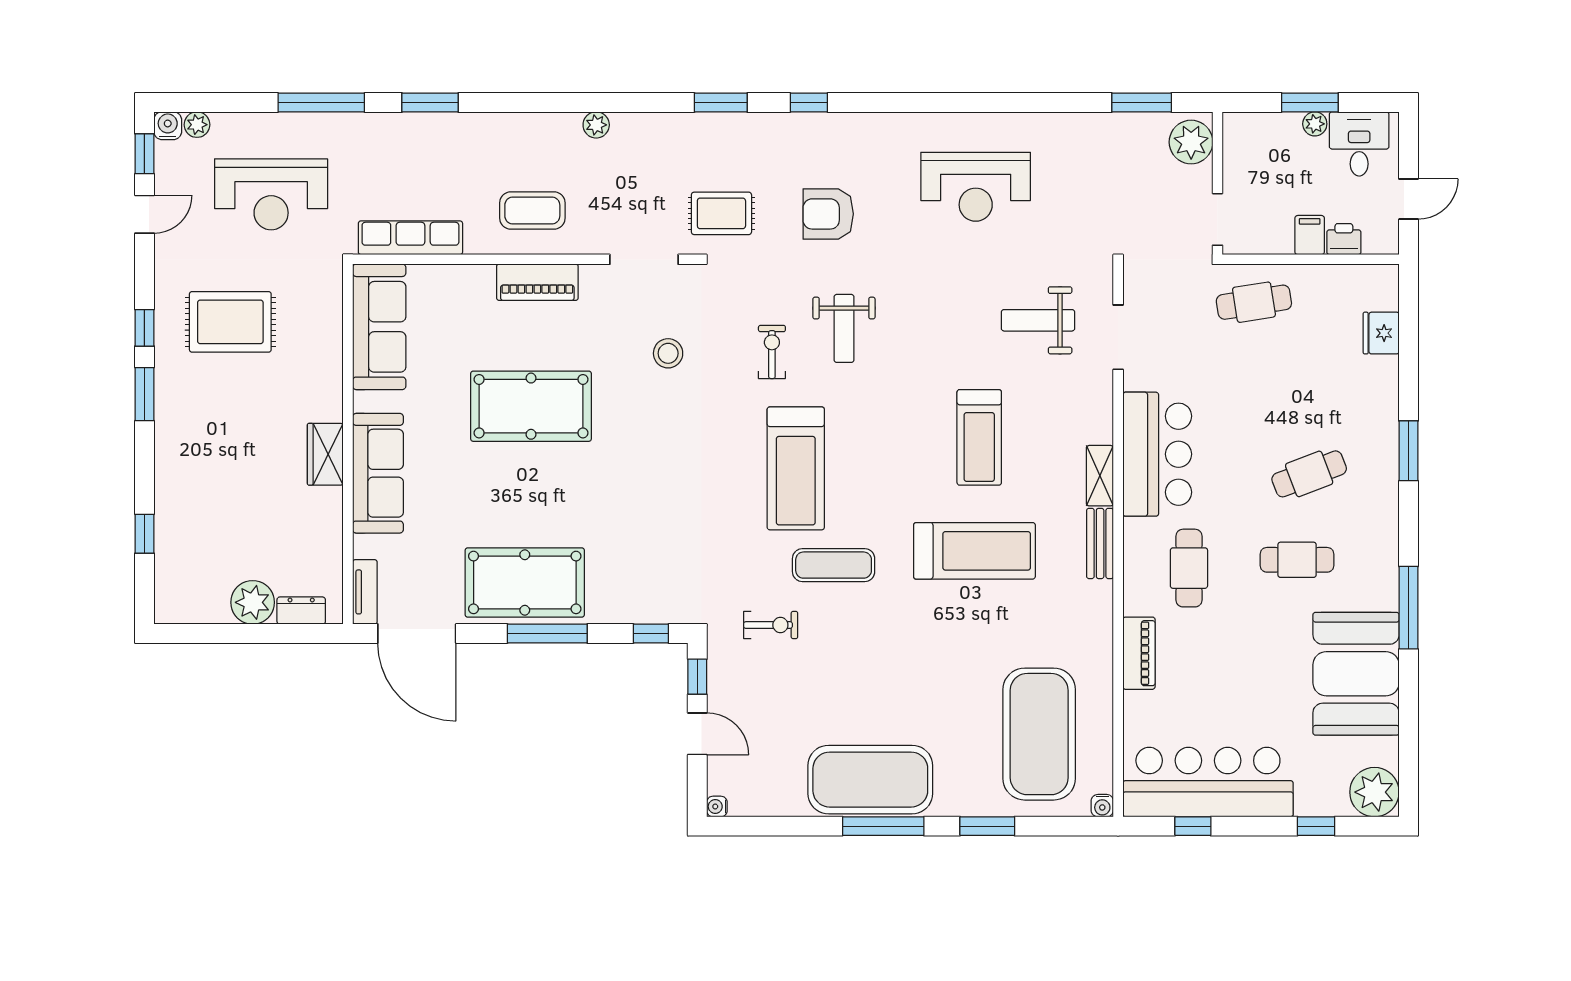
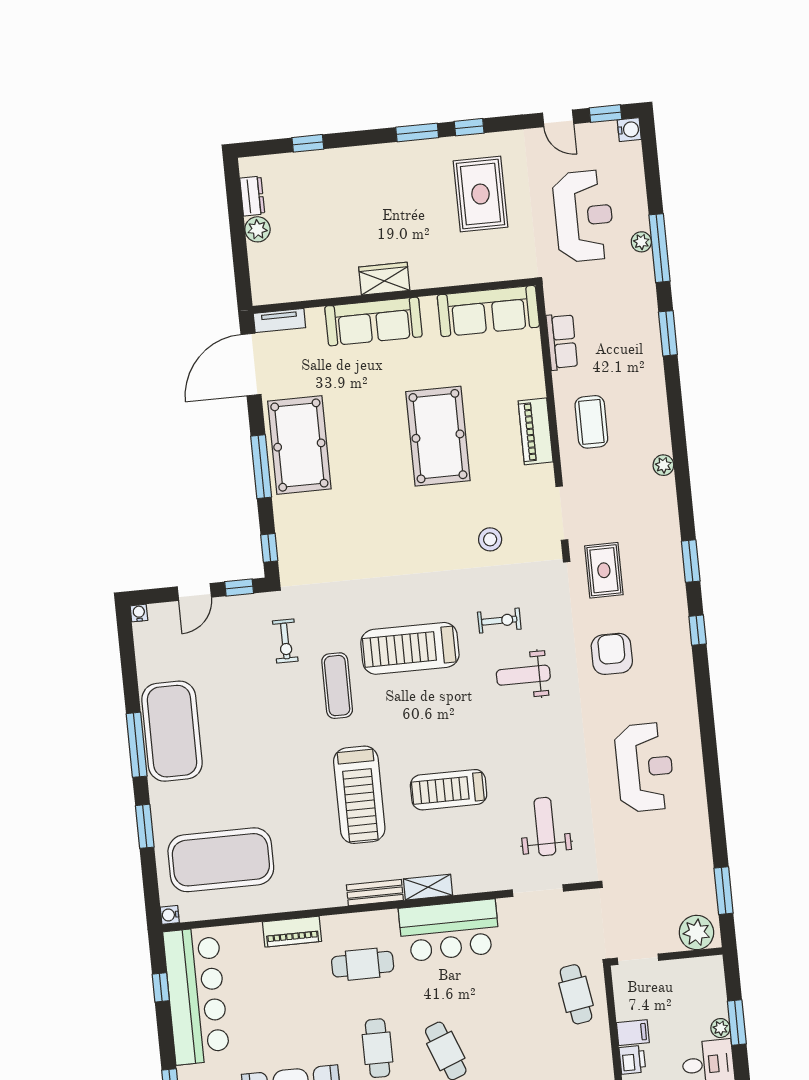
plant: (197, 125) -> (641, 242), moved
reception desk: (976, 187) -> (645, 767), turned 180
reception desk: (271, 194) -> (584, 216), turned 180
row of seats: (410, 238) -> (562, 342), width x0.68
plant: (253, 602) -> (257, 229), width x0.73, depth x0.73
dresser: (301, 611) -> (252, 196), moved

